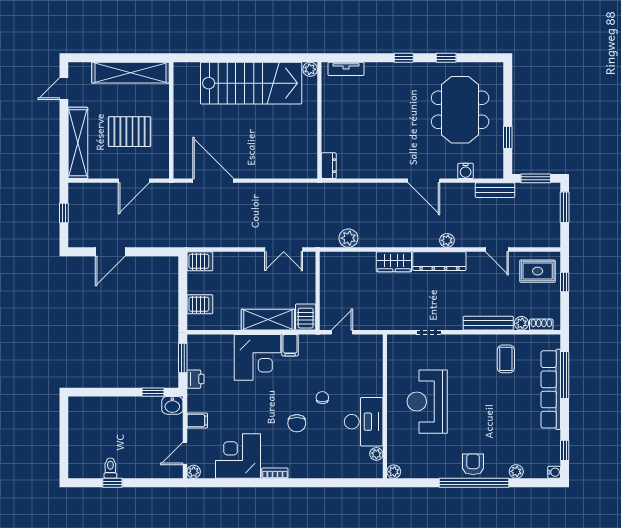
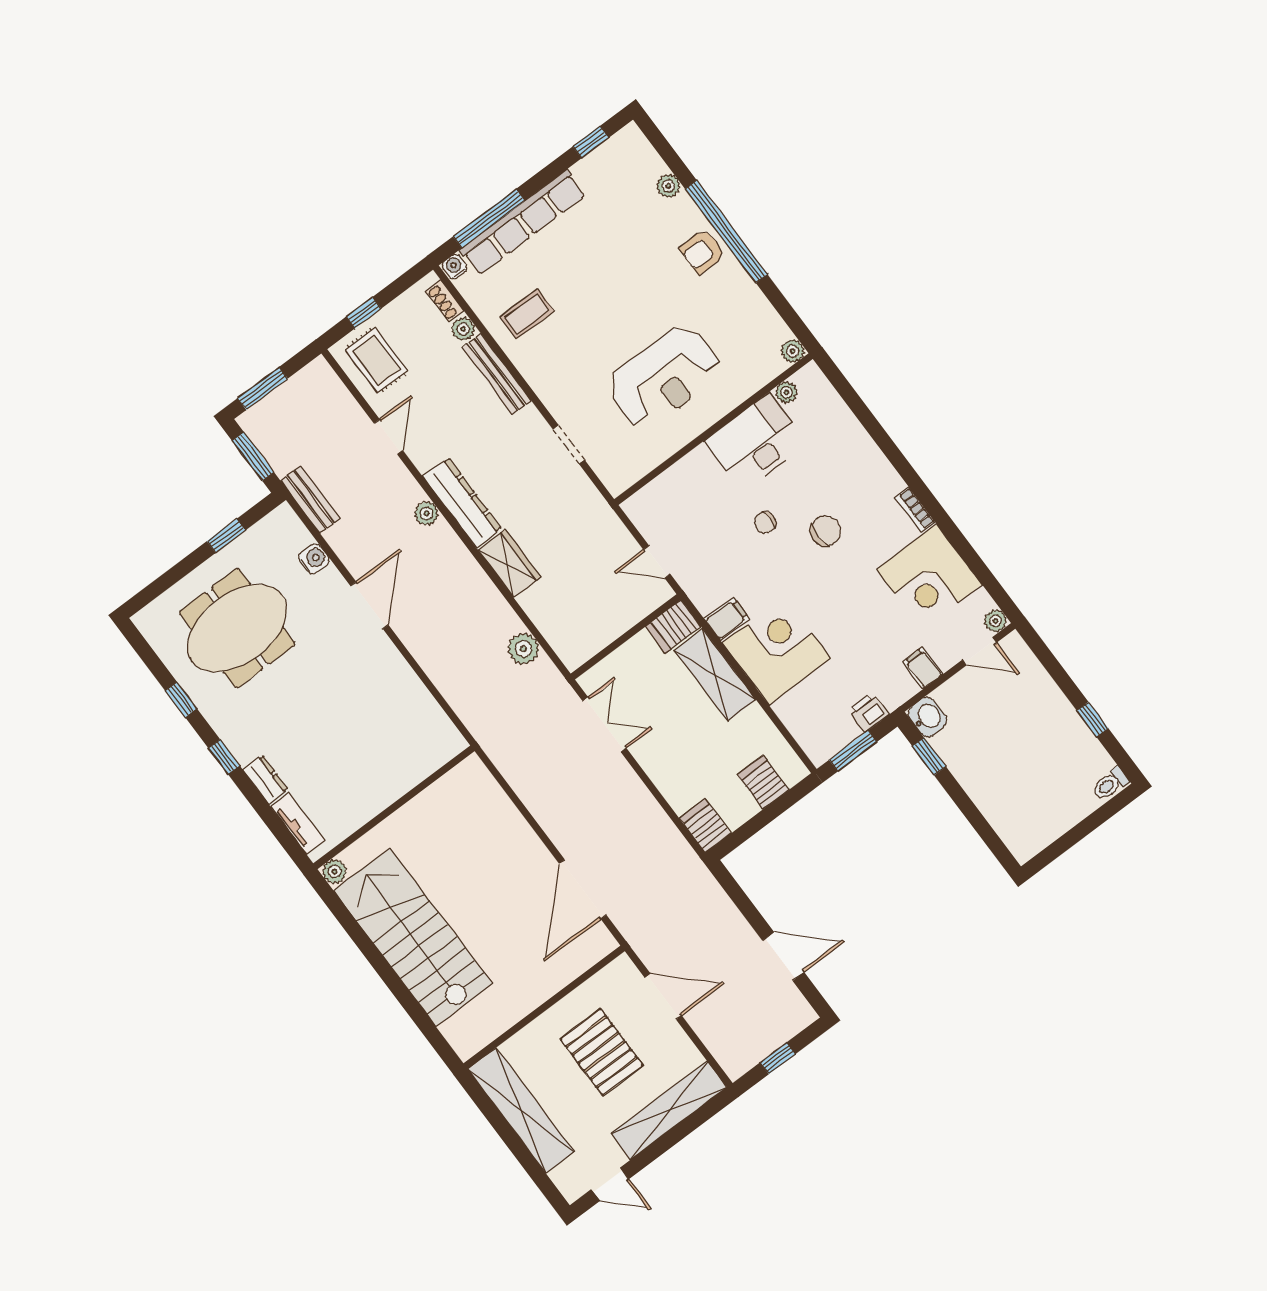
dresser: (329, 166) -> (266, 780), moved, turned 90
toilet: (110, 468) -> (1110, 784), moved
water cooler: (554, 472) -> (455, 266), moved

